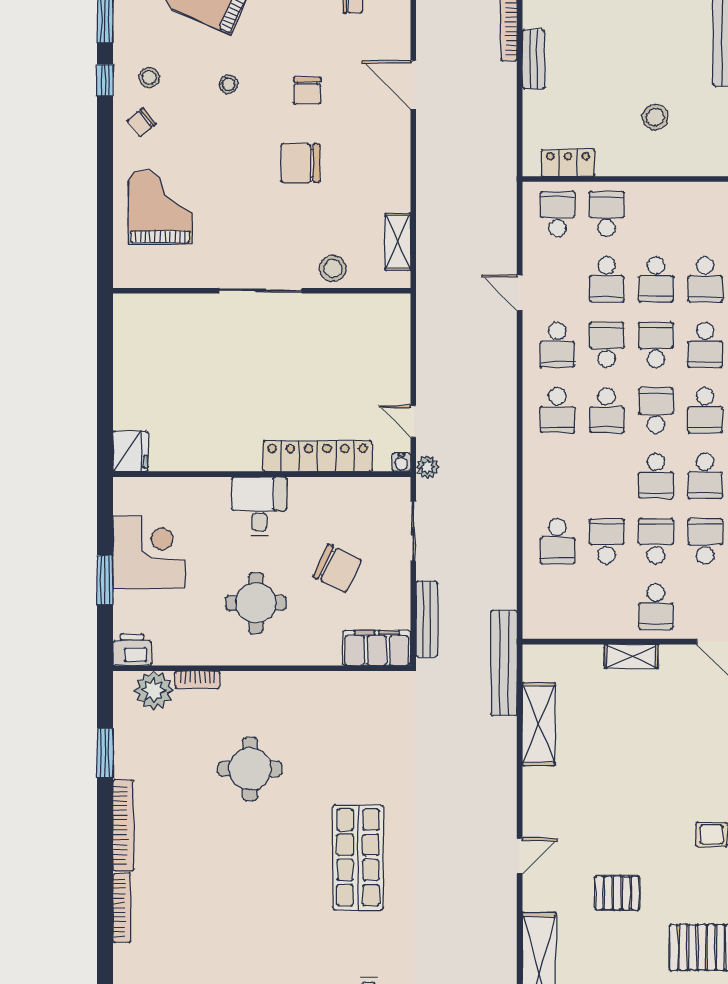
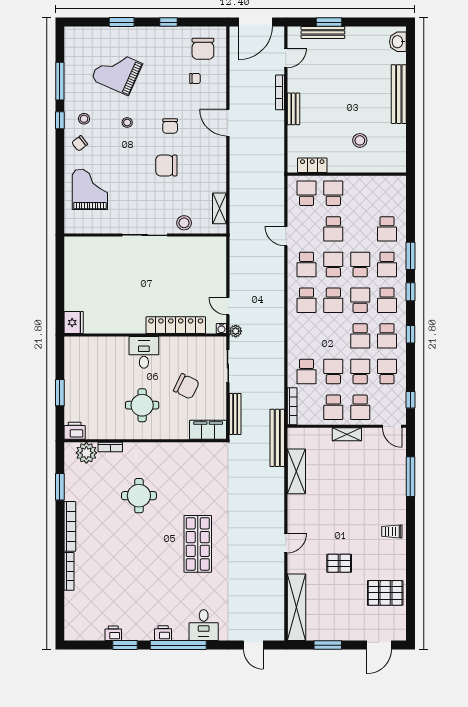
school desk: (656, 279) -> (333, 407), moved
corner desk: (149, 552) -> (84, 377), removed
bookcase: (531, 605) -> (292, 406), added

